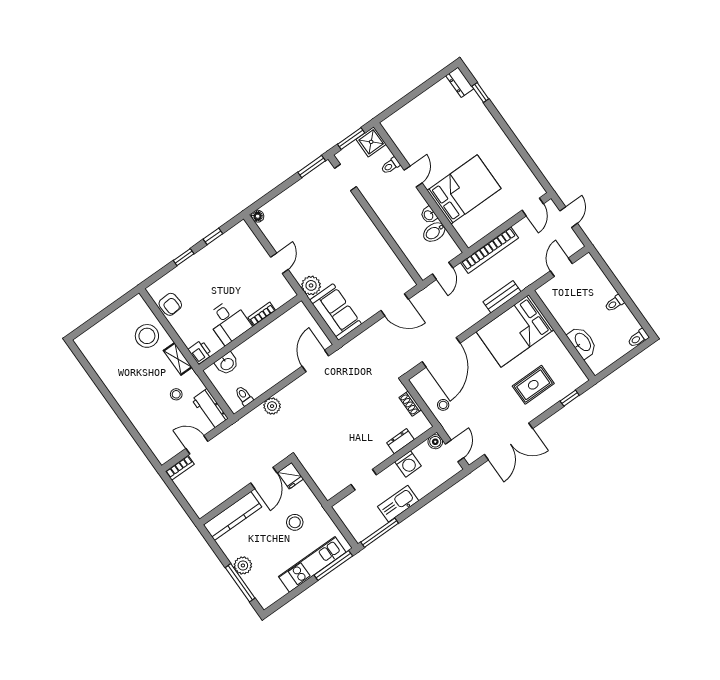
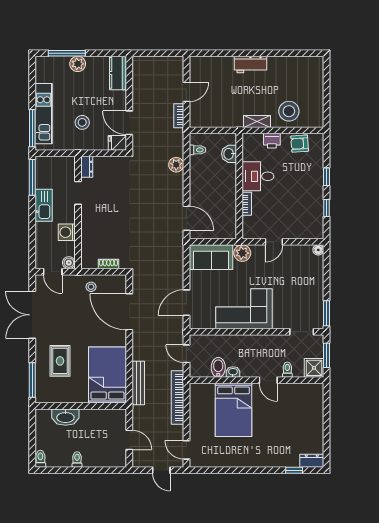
corner sofa: (362, 247) -> (244, 309), added
door: (279, 263) -> (274, 242), hinge flipped
bench: (502, 297) -> (138, 383), width x1.36
printer: (200, 352) -> (272, 141), moved
stool: (176, 394) -> (233, 103), removed
window: (570, 398) -> (32, 380), width x2.17
workbench: (210, 409) -> (251, 64), moved, turned 180
dresser: (400, 441) -> (87, 167), moved
bookcase: (180, 468) -> (179, 116), moved
kitchen counter: (233, 516) -> (118, 73), width x0.67

